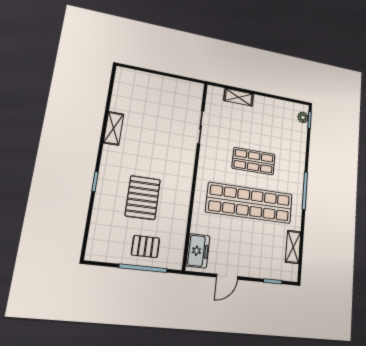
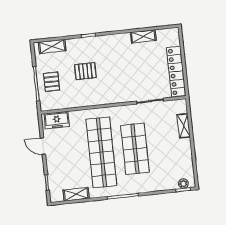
locker: (172, 86) -> (176, 72), added
shelving: (114, 128) -> (143, 36), moved
shop shelf: (254, 161) -> (135, 149), width x1.43, depth x1.36
pallet: (143, 198) -> (85, 71), width x0.67, depth x0.71
shelving: (97, 235) -> (52, 46), added

